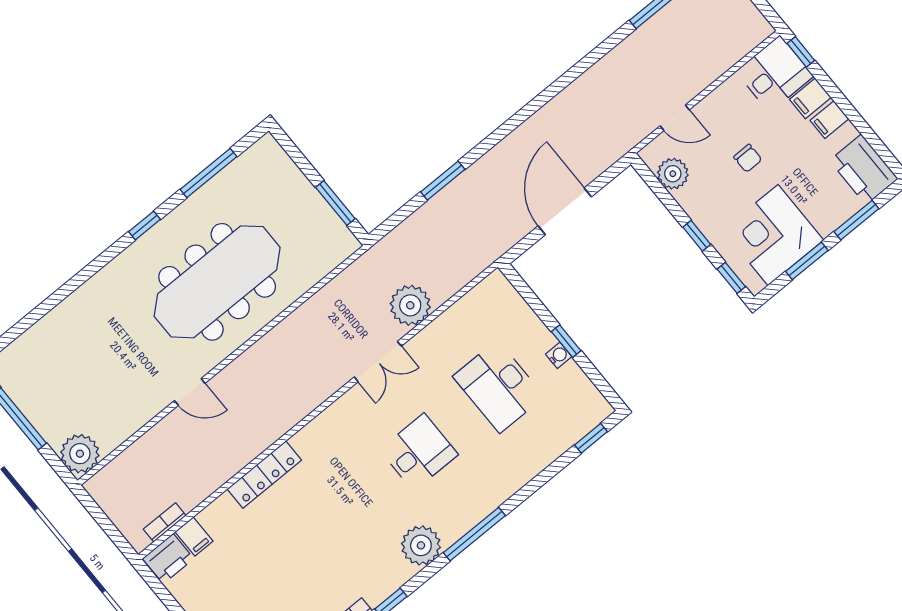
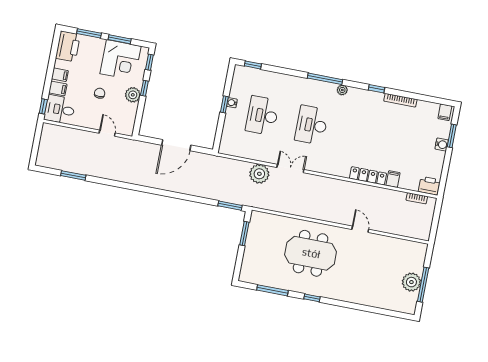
plant: (673, 174) -> (133, 95), moved
window: (443, 181) -> (230, 206), moved
meeting table: (217, 282) -> (311, 253), width x0.73
desk: (499, 387) -> (262, 116), turned 180
desk: (419, 452) -> (312, 125), width x1.37
plant: (80, 454) -> (411, 282), moved
filing cabinet: (194, 537) -> (393, 179), moved
plant: (421, 545) -> (342, 90), width x0.53, depth x0.53

